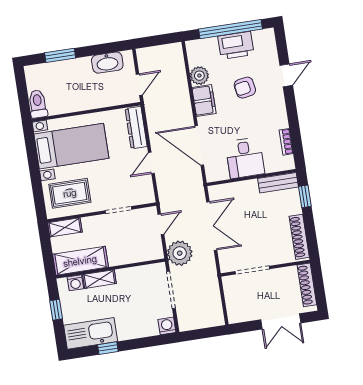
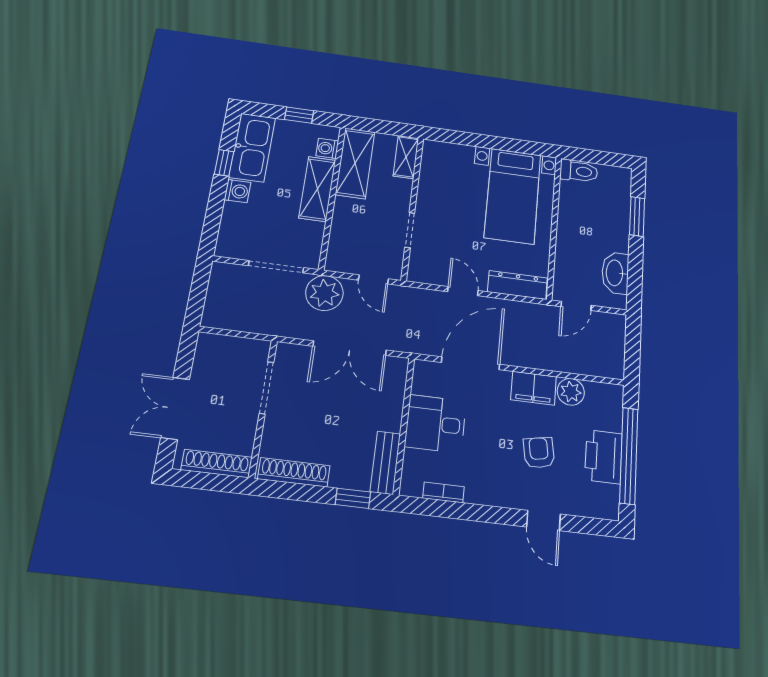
door: (139, 85) -> (576, 306), hinge flipped
rug: (70, 193) -> (450, 176), removed
shelving: (99, 279) -> (317, 189), width x1.50, depth x1.33
washing machine: (167, 326) -> (237, 191), moved

